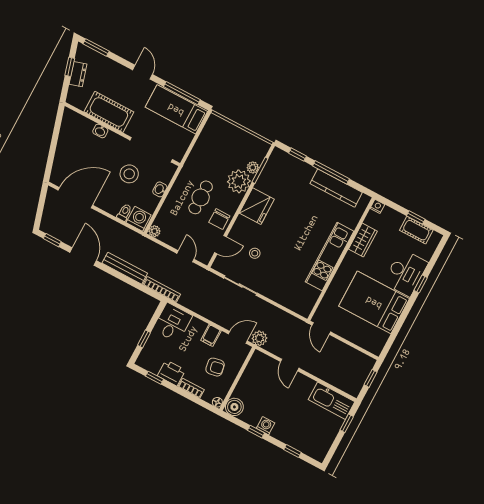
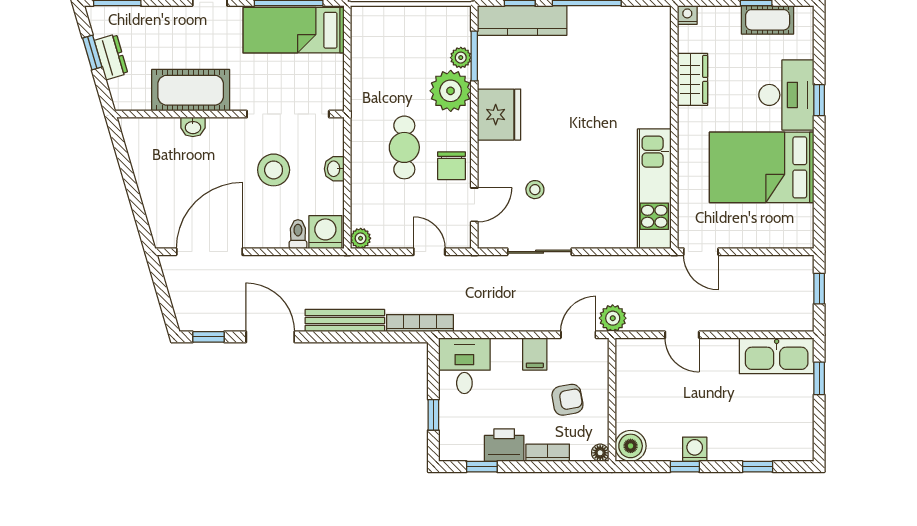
kitchen counter: (336, 188) -> (522, 20), moved
kitchen unit: (330, 256) -> (654, 189), moved

